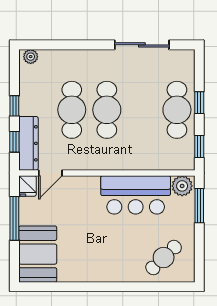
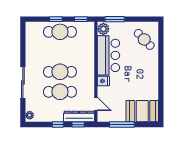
sliding door: (142, 45) -> (23, 82), moved
fridge: (27, 186) -> (103, 81), moved

